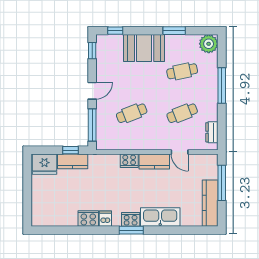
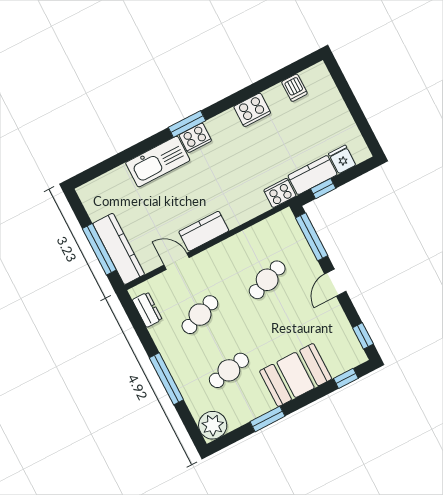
cooker: (129, 161) -> (280, 193), moved
fridge: (44, 164) -> (342, 159), width x0.53, depth x0.75
kitchen counter: (210, 203) -> (119, 249), moved
dishwasher: (105, 219) -> (294, 88), moved

